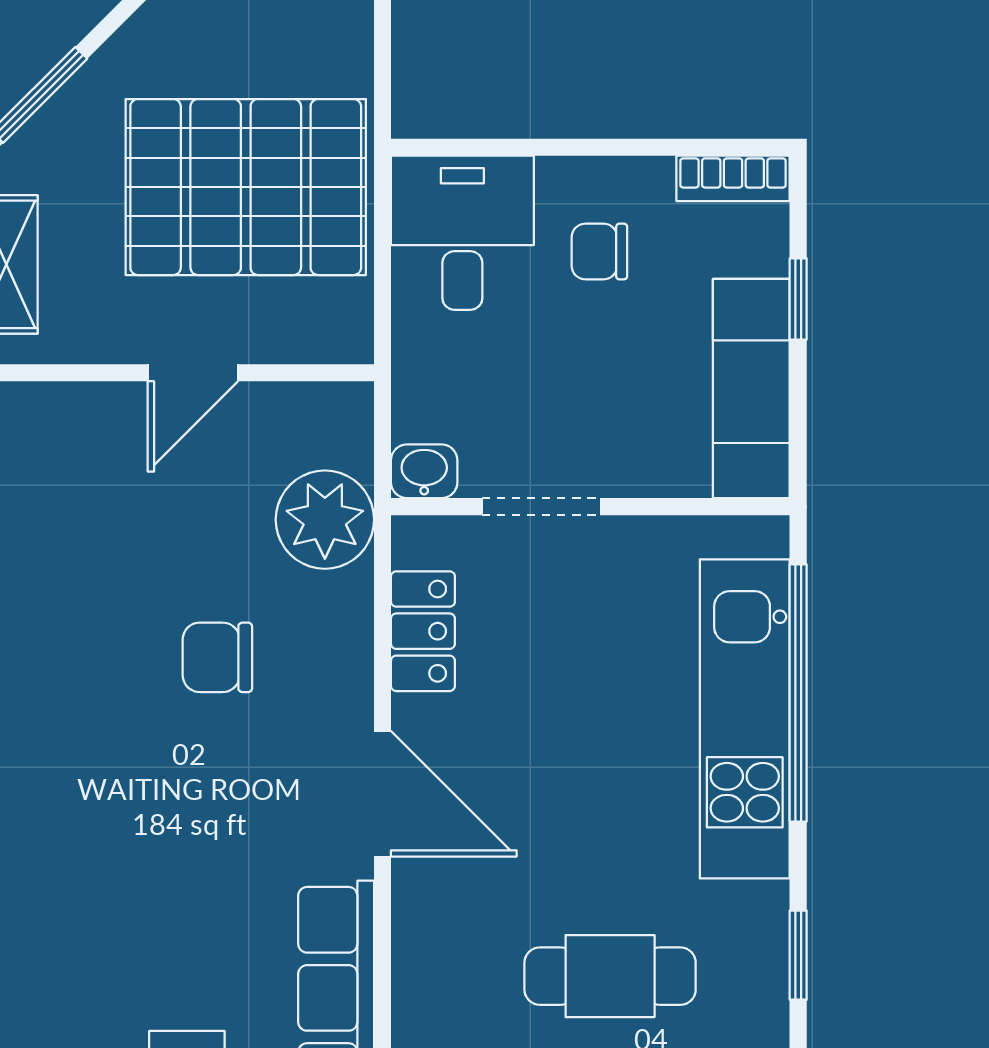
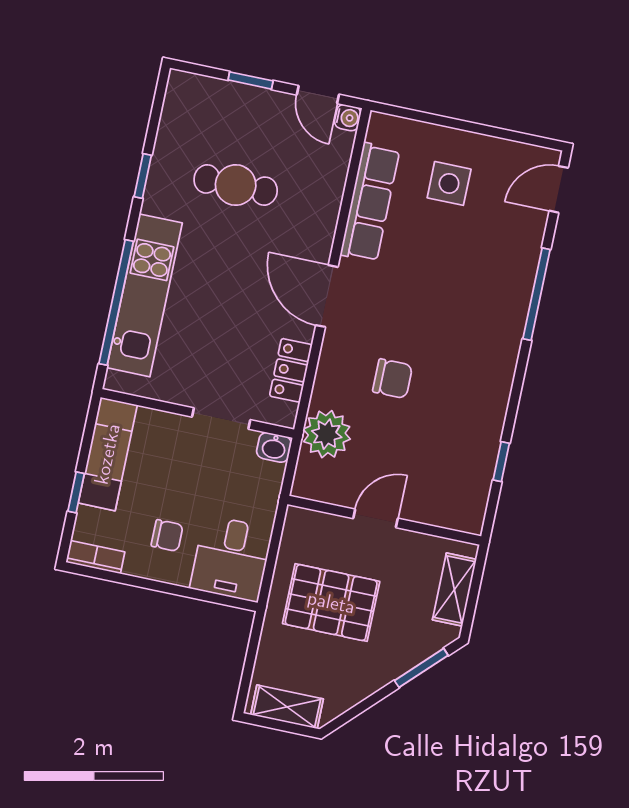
pallet: (246, 187) -> (331, 603), width x0.73, depth x0.71

